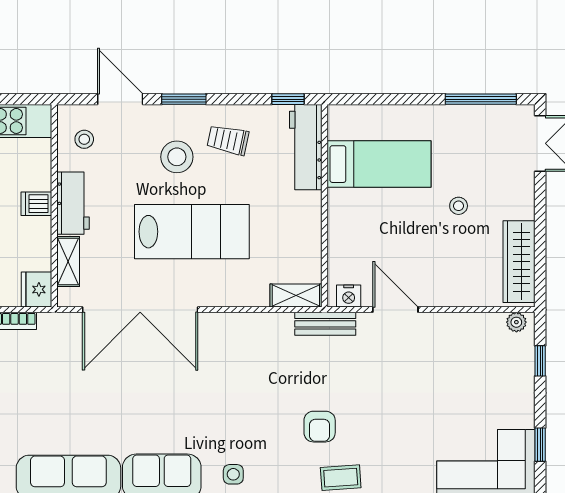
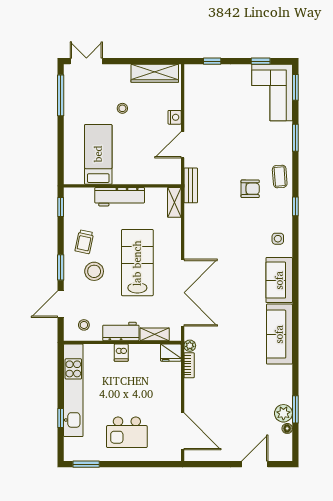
workbench: (306, 147) -> (120, 197), moved
nightstand: (349, 296) -> (175, 117), moved
plant: (516, 322) -> (190, 346), moved

